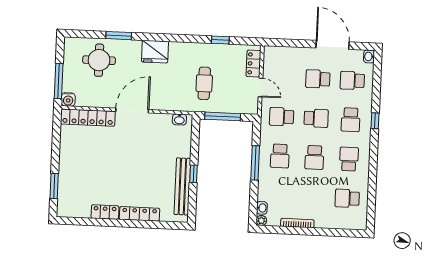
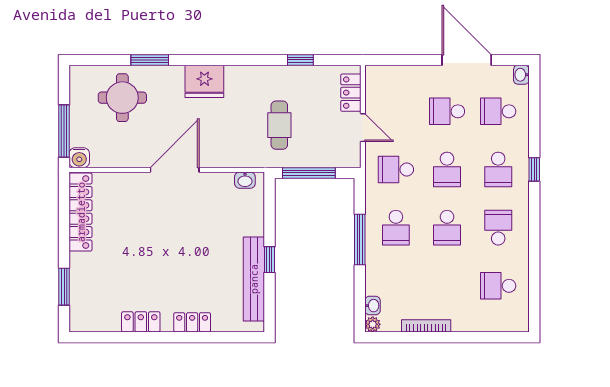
locker: (88, 118) -> (81, 212), moved, turned -90
school desk: (316, 118) -> (447, 169), turned 90
locker: (140, 214) -> (192, 322), width x0.66

